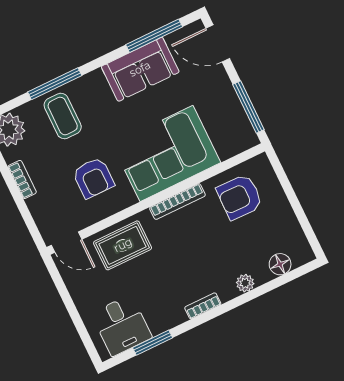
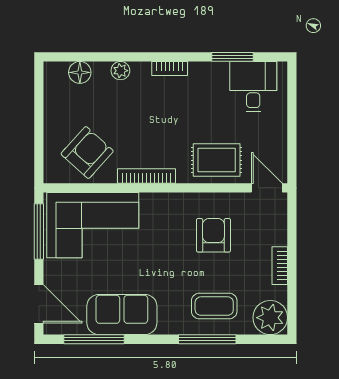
coffee table: (63, 116) -> (214, 306), turned 90
corner sofa: (166, 153) -> (93, 225), moved
armchair: (240, 197) -> (87, 152), turned -49

